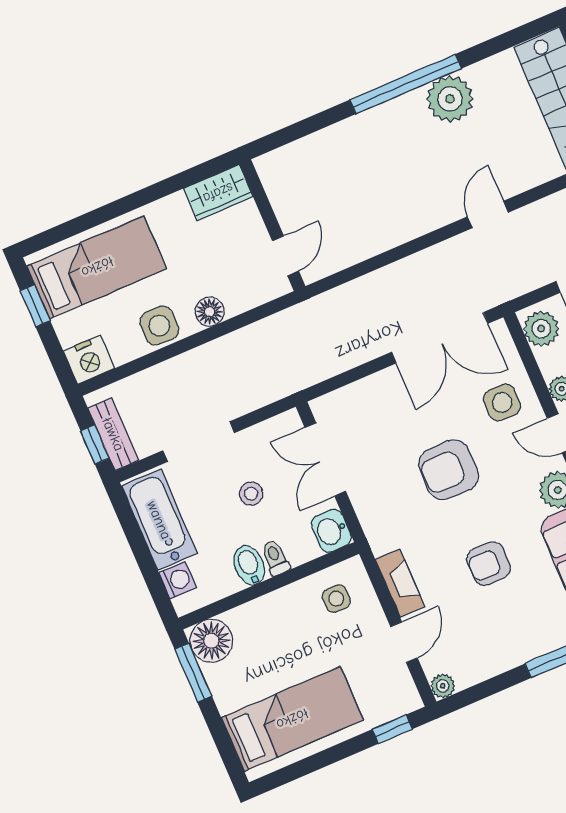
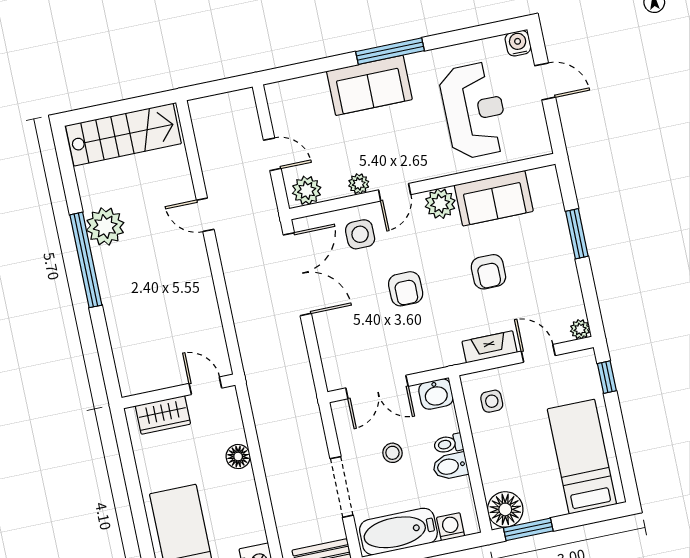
wardrobe: (218, 193) -> (163, 415), moved, turned 90
side table: (159, 326) -> (241, 500), removed
armchair: (449, 470) -> (406, 289), width x0.72, depth x0.72

